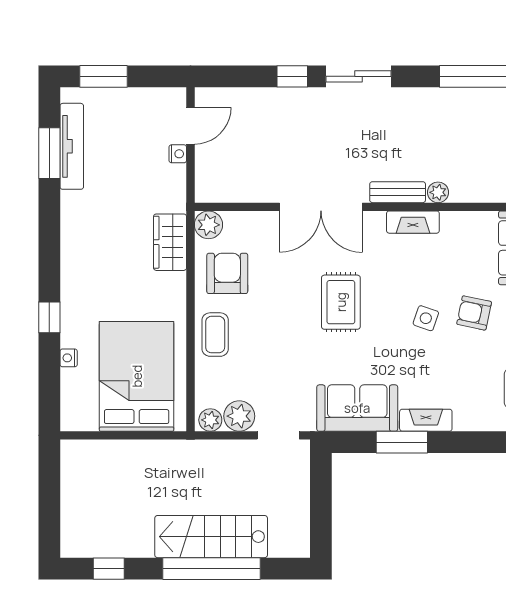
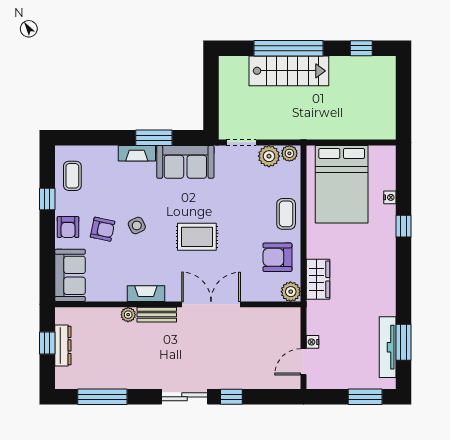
armchair: (227, 273) -> (277, 257), turned 90
rug: (341, 302) -> (197, 237), turned 90
side table: (426, 318) -> (137, 225), turned 45

